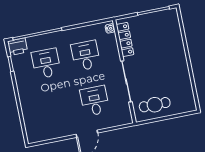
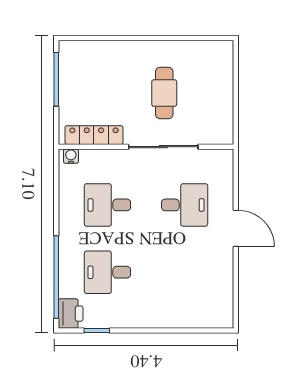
desk: (95, 101) -> (185, 205), turned 180
cafe table: (155, 105) -> (164, 93), moved

